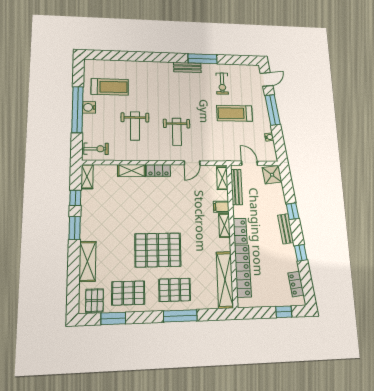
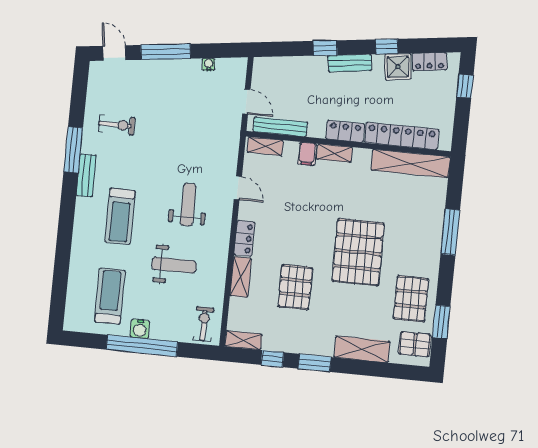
treadmill: (235, 113) -> (120, 216), moved
weight bench: (177, 132) -> (188, 205), turned -90
door: (249, 163) -> (246, 102), swing flipped
shower: (272, 175) -> (398, 67), moved
pallet: (175, 290) -> (295, 287), moved

